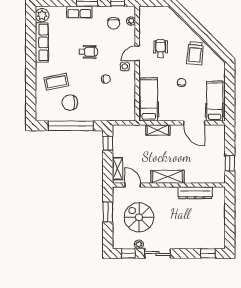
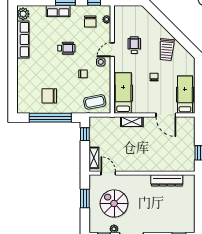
coffee table: (56, 82) -> (95, 102), moved
shelving: (168, 177) -> (141, 165), removed

